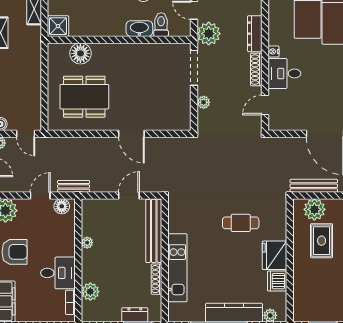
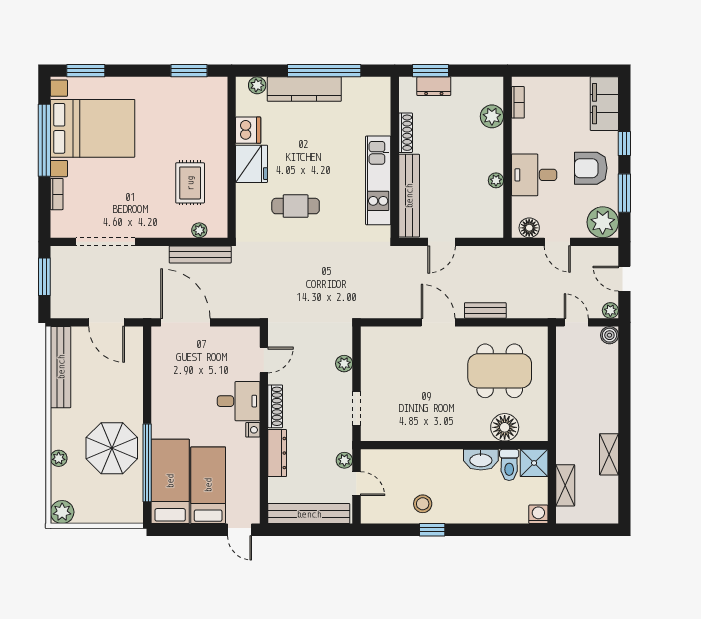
toilet: (161, 25) -> (509, 465), moved
washbasin: (139, 29) -> (481, 460), moved
plant: (209, 34) -> (344, 460), width x0.53, depth x0.53
doorway: (194, 68) -> (356, 409), width x0.73
bench: (74, 186) -> (485, 310), moved
door: (40, 196) -> (557, 242), hinge flipped
plant: (314, 209) -> (199, 230), width x0.53, depth x0.53
kitchen unit: (177, 268) -> (378, 180), moved
desk: (58, 273) -> (534, 175), moved

